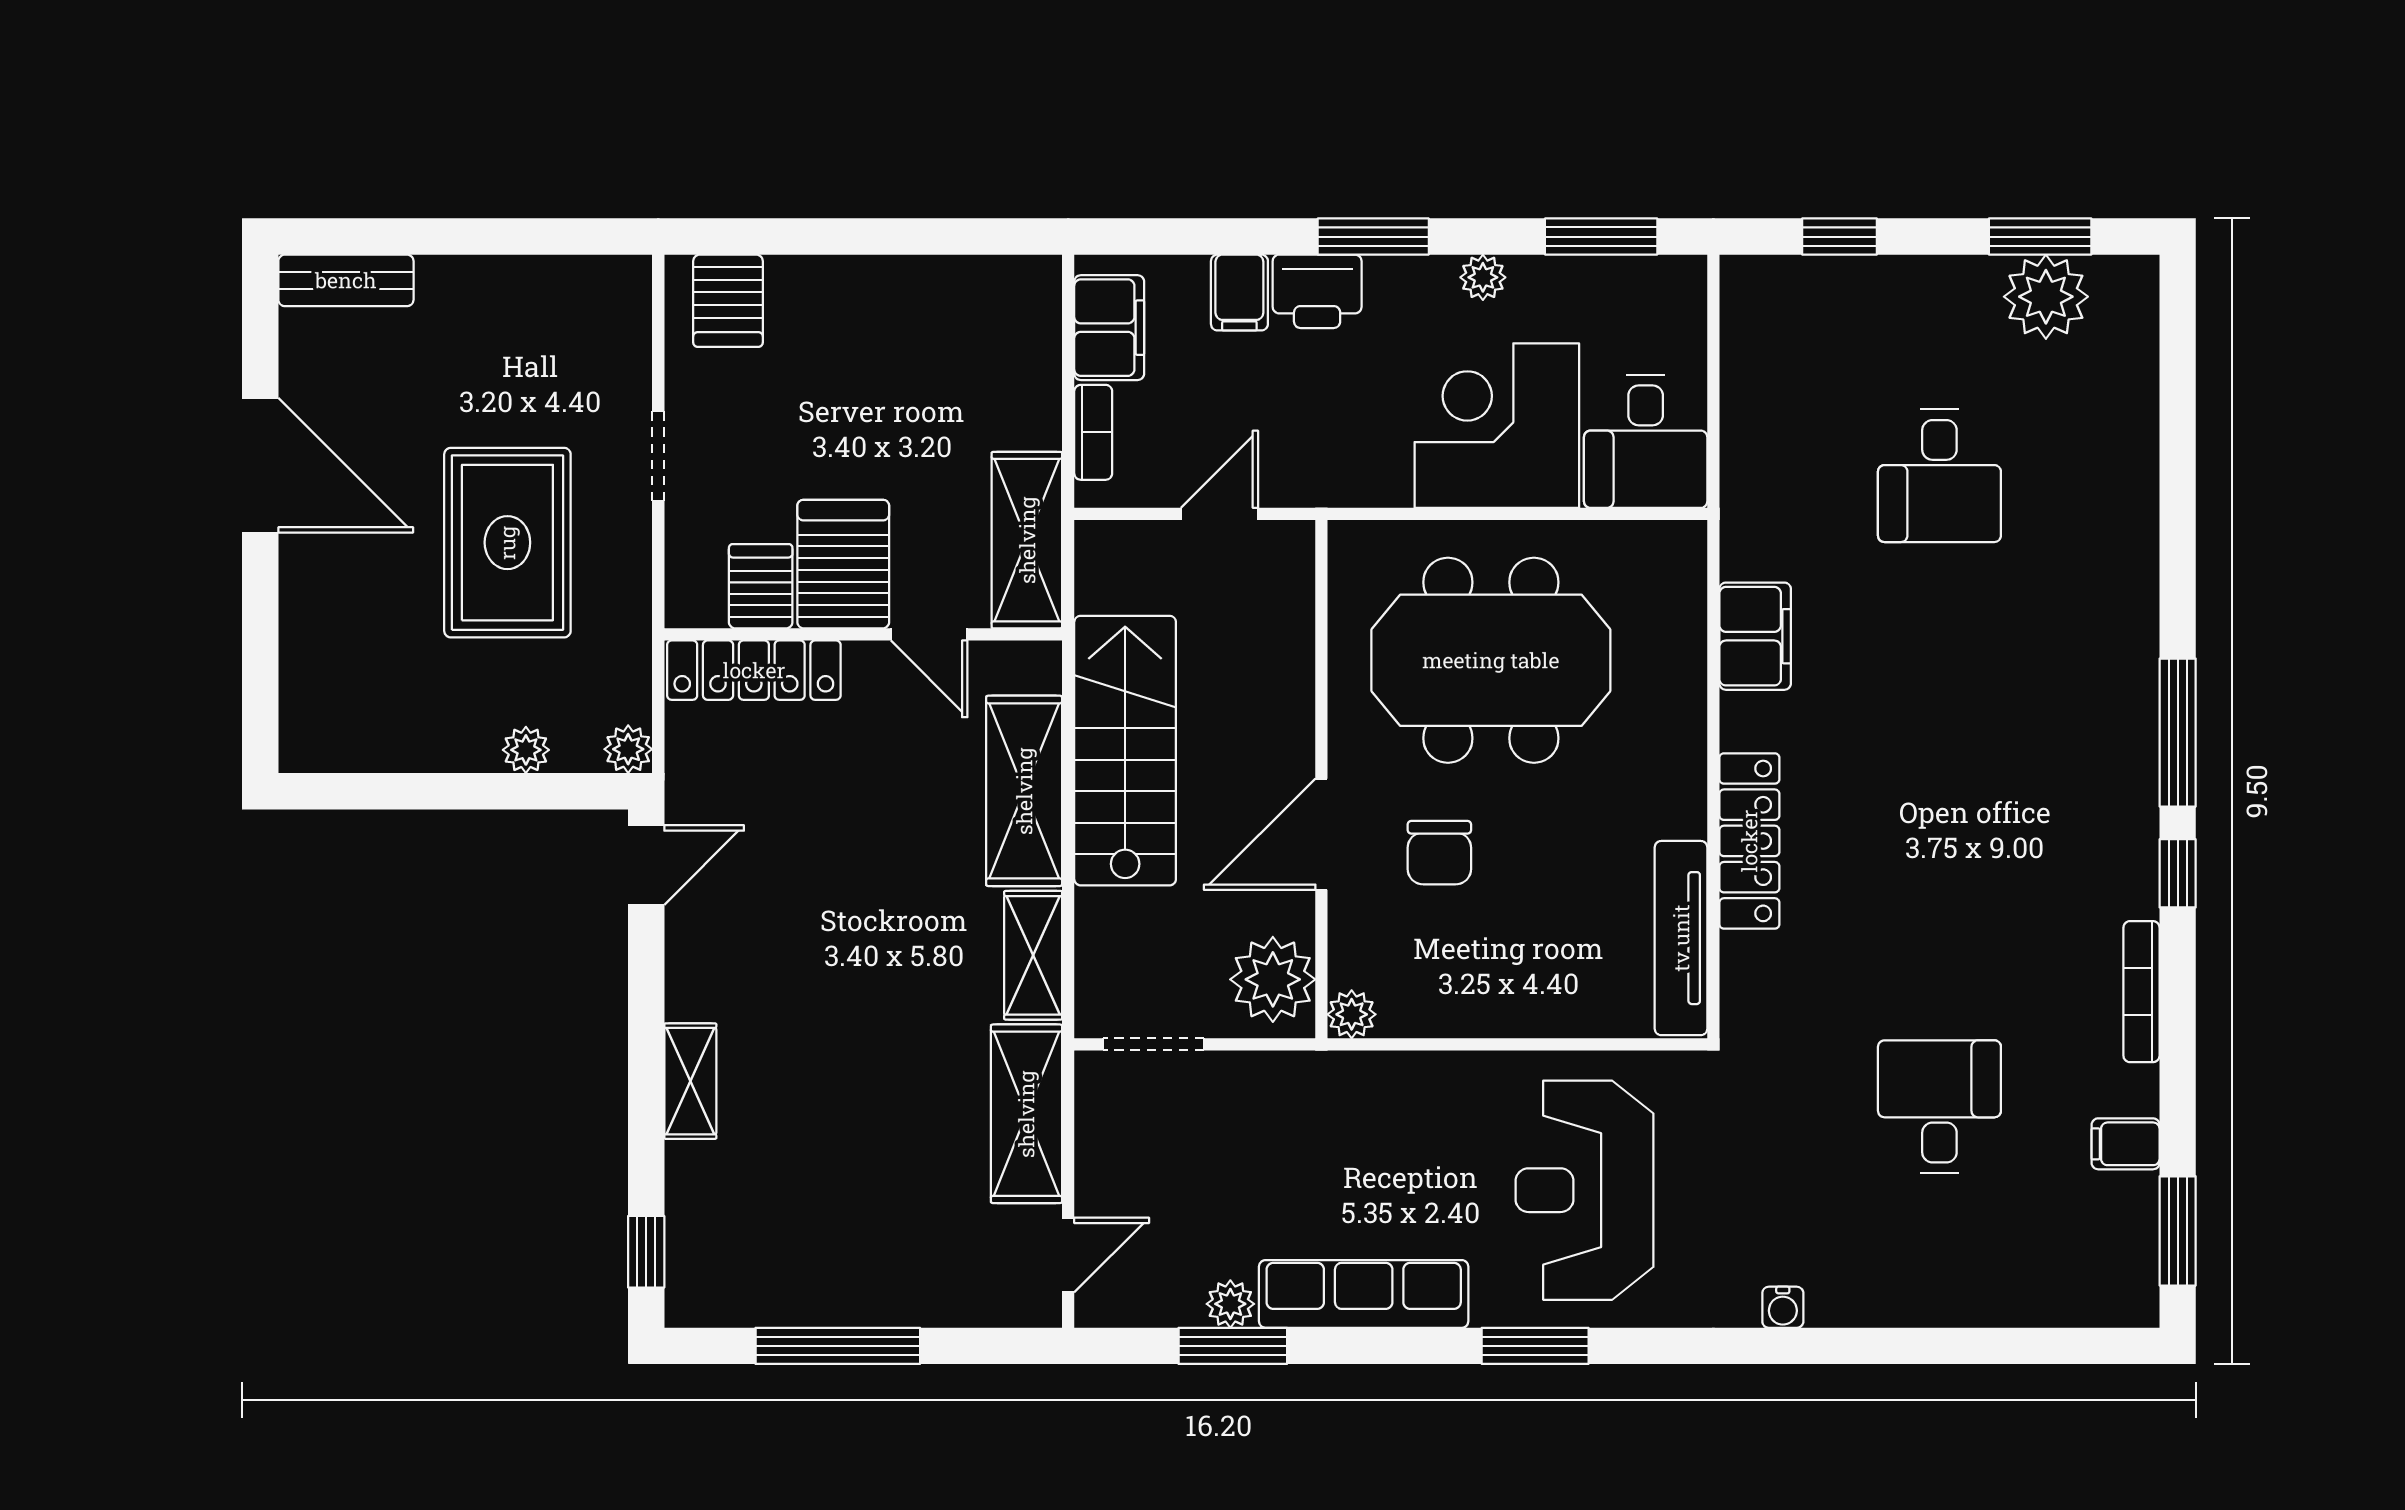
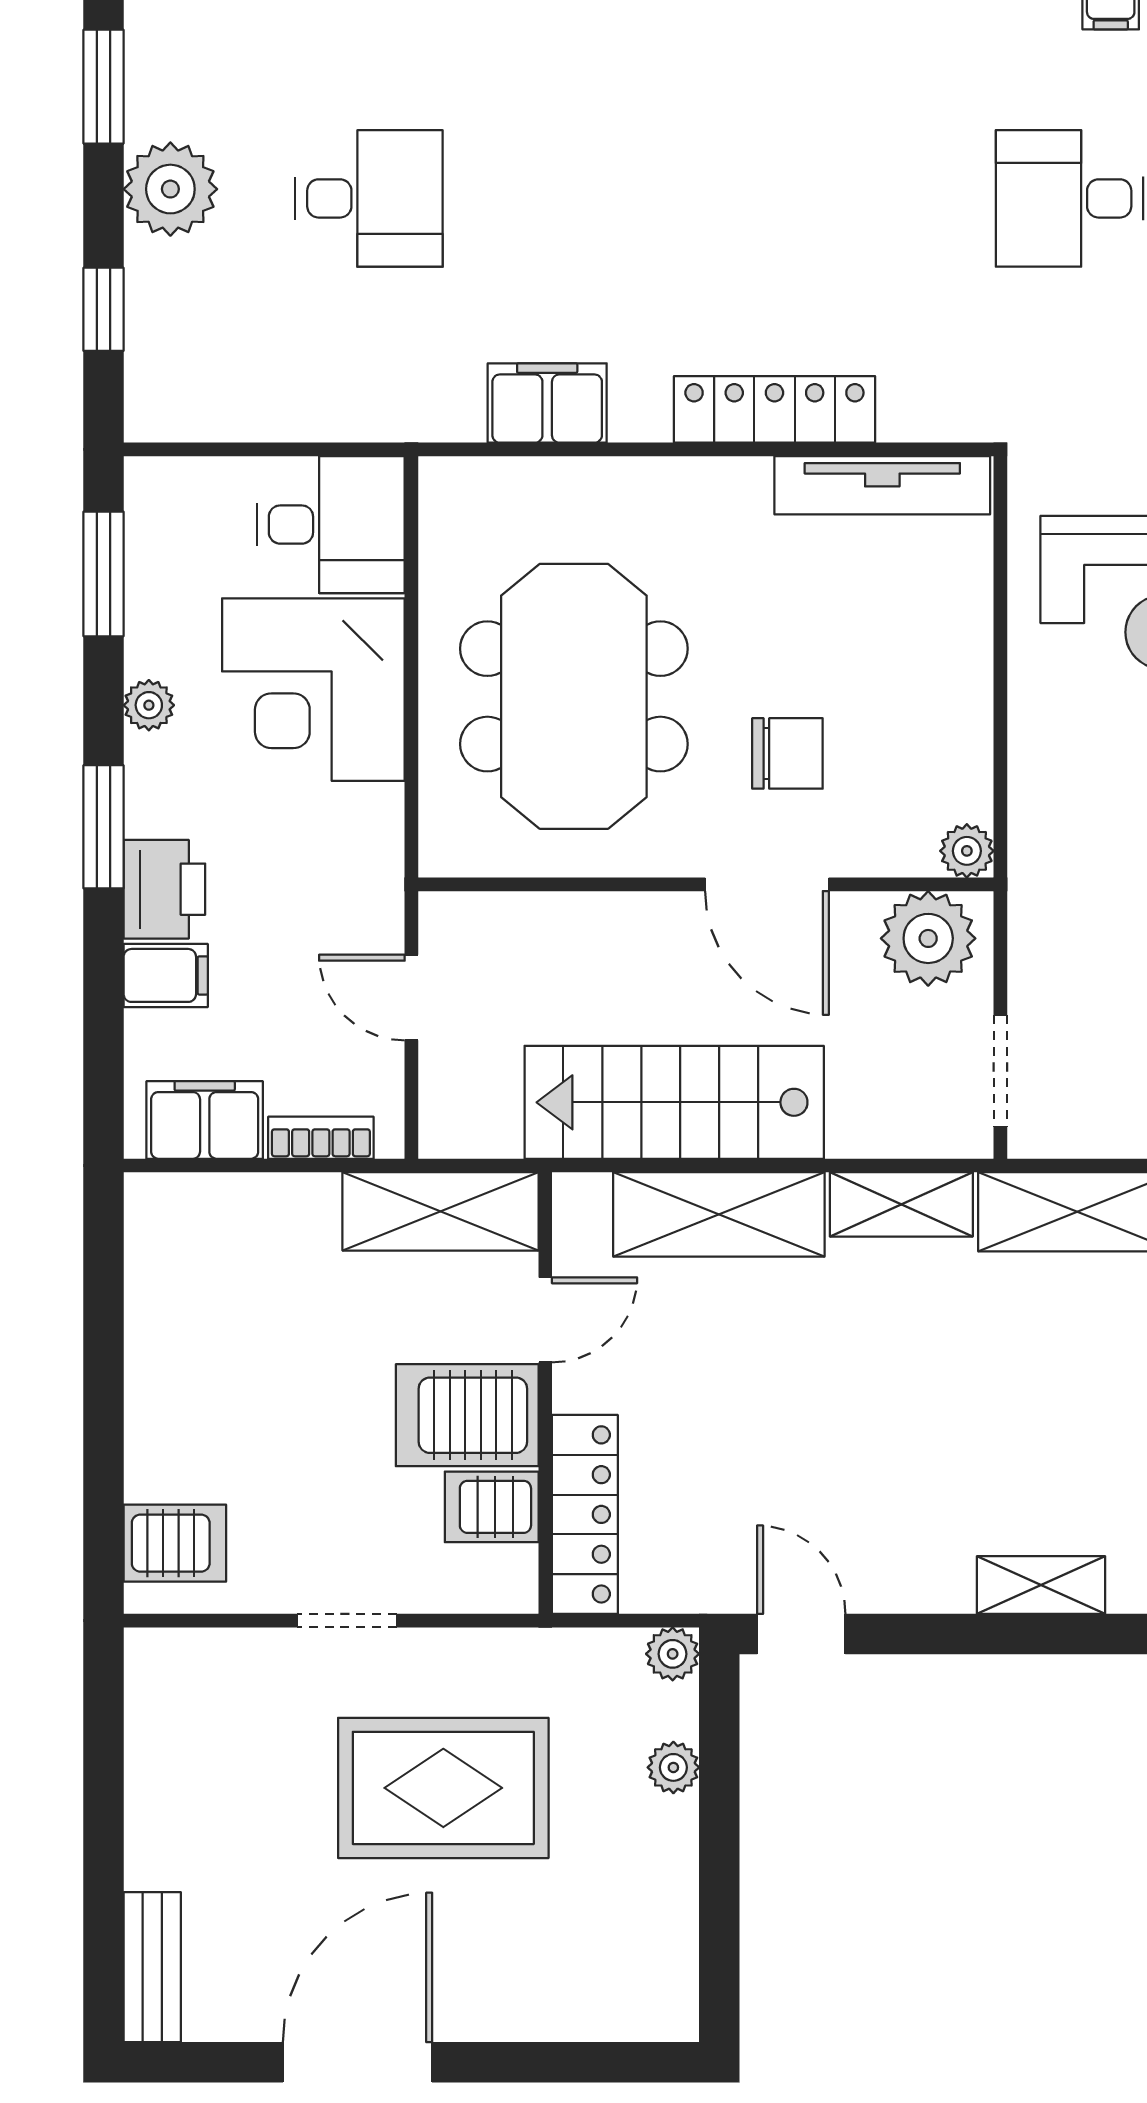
plant: (2046, 297) -> (170, 189), moved

